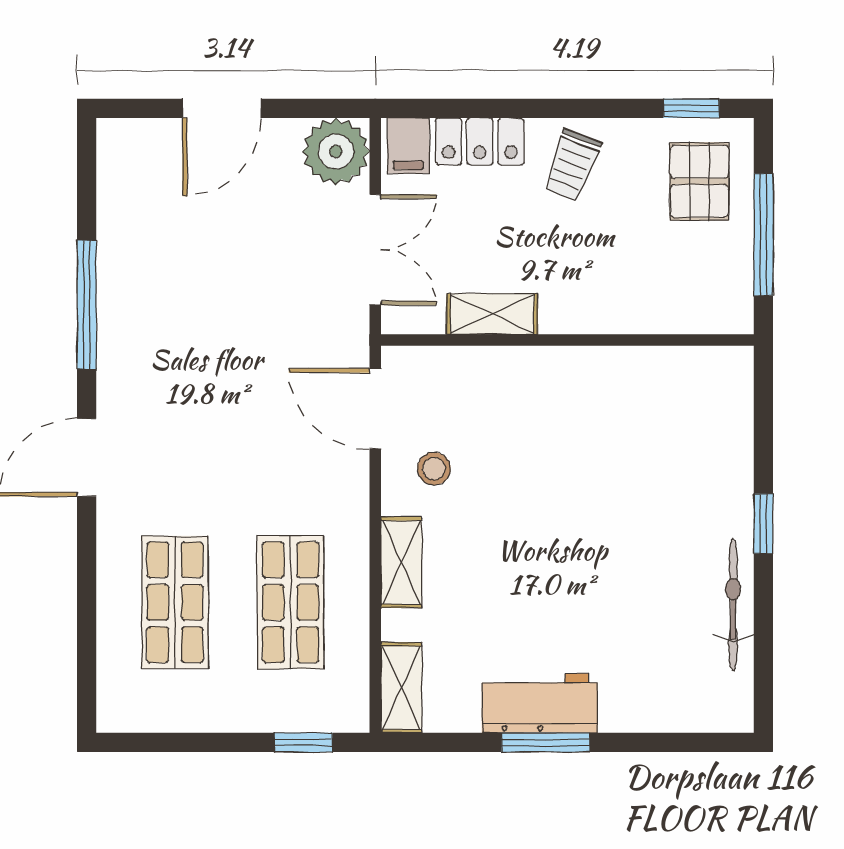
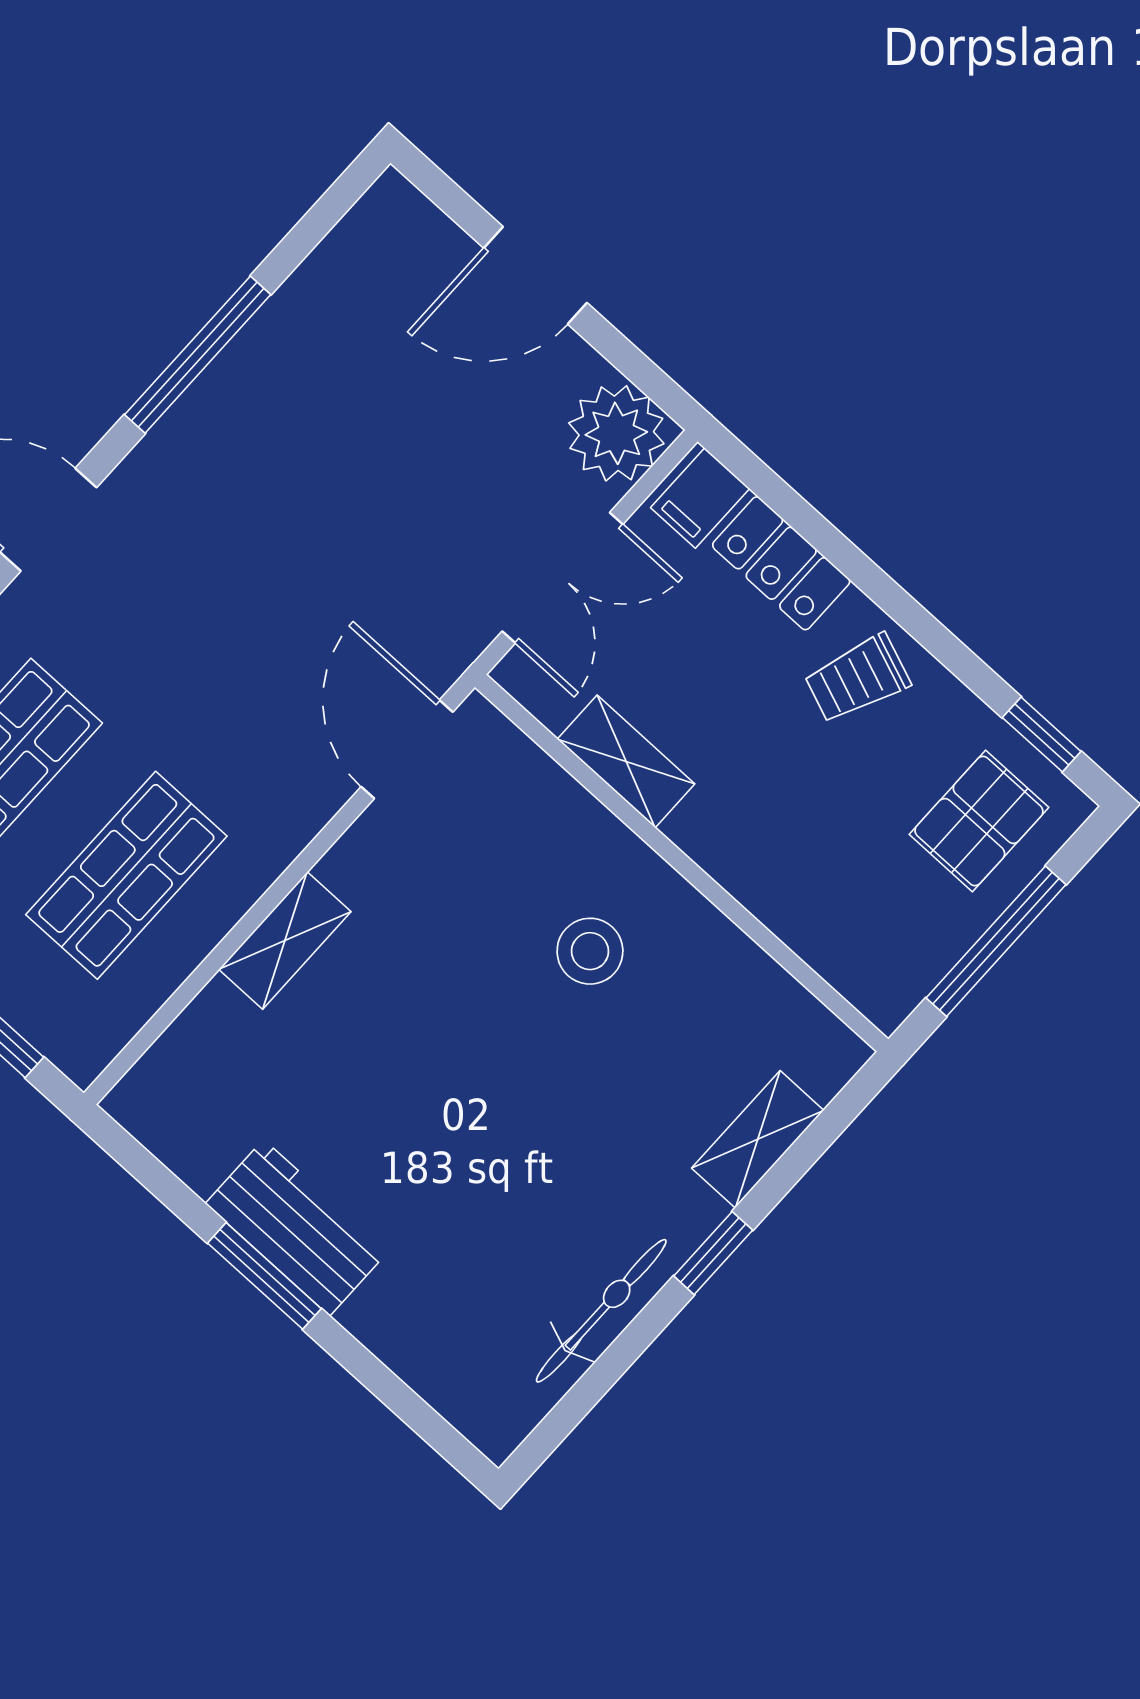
stool: (434, 469) -> (590, 951), moved, width x1.37, depth x1.37
shelving: (401, 688) -> (758, 1139), moved

